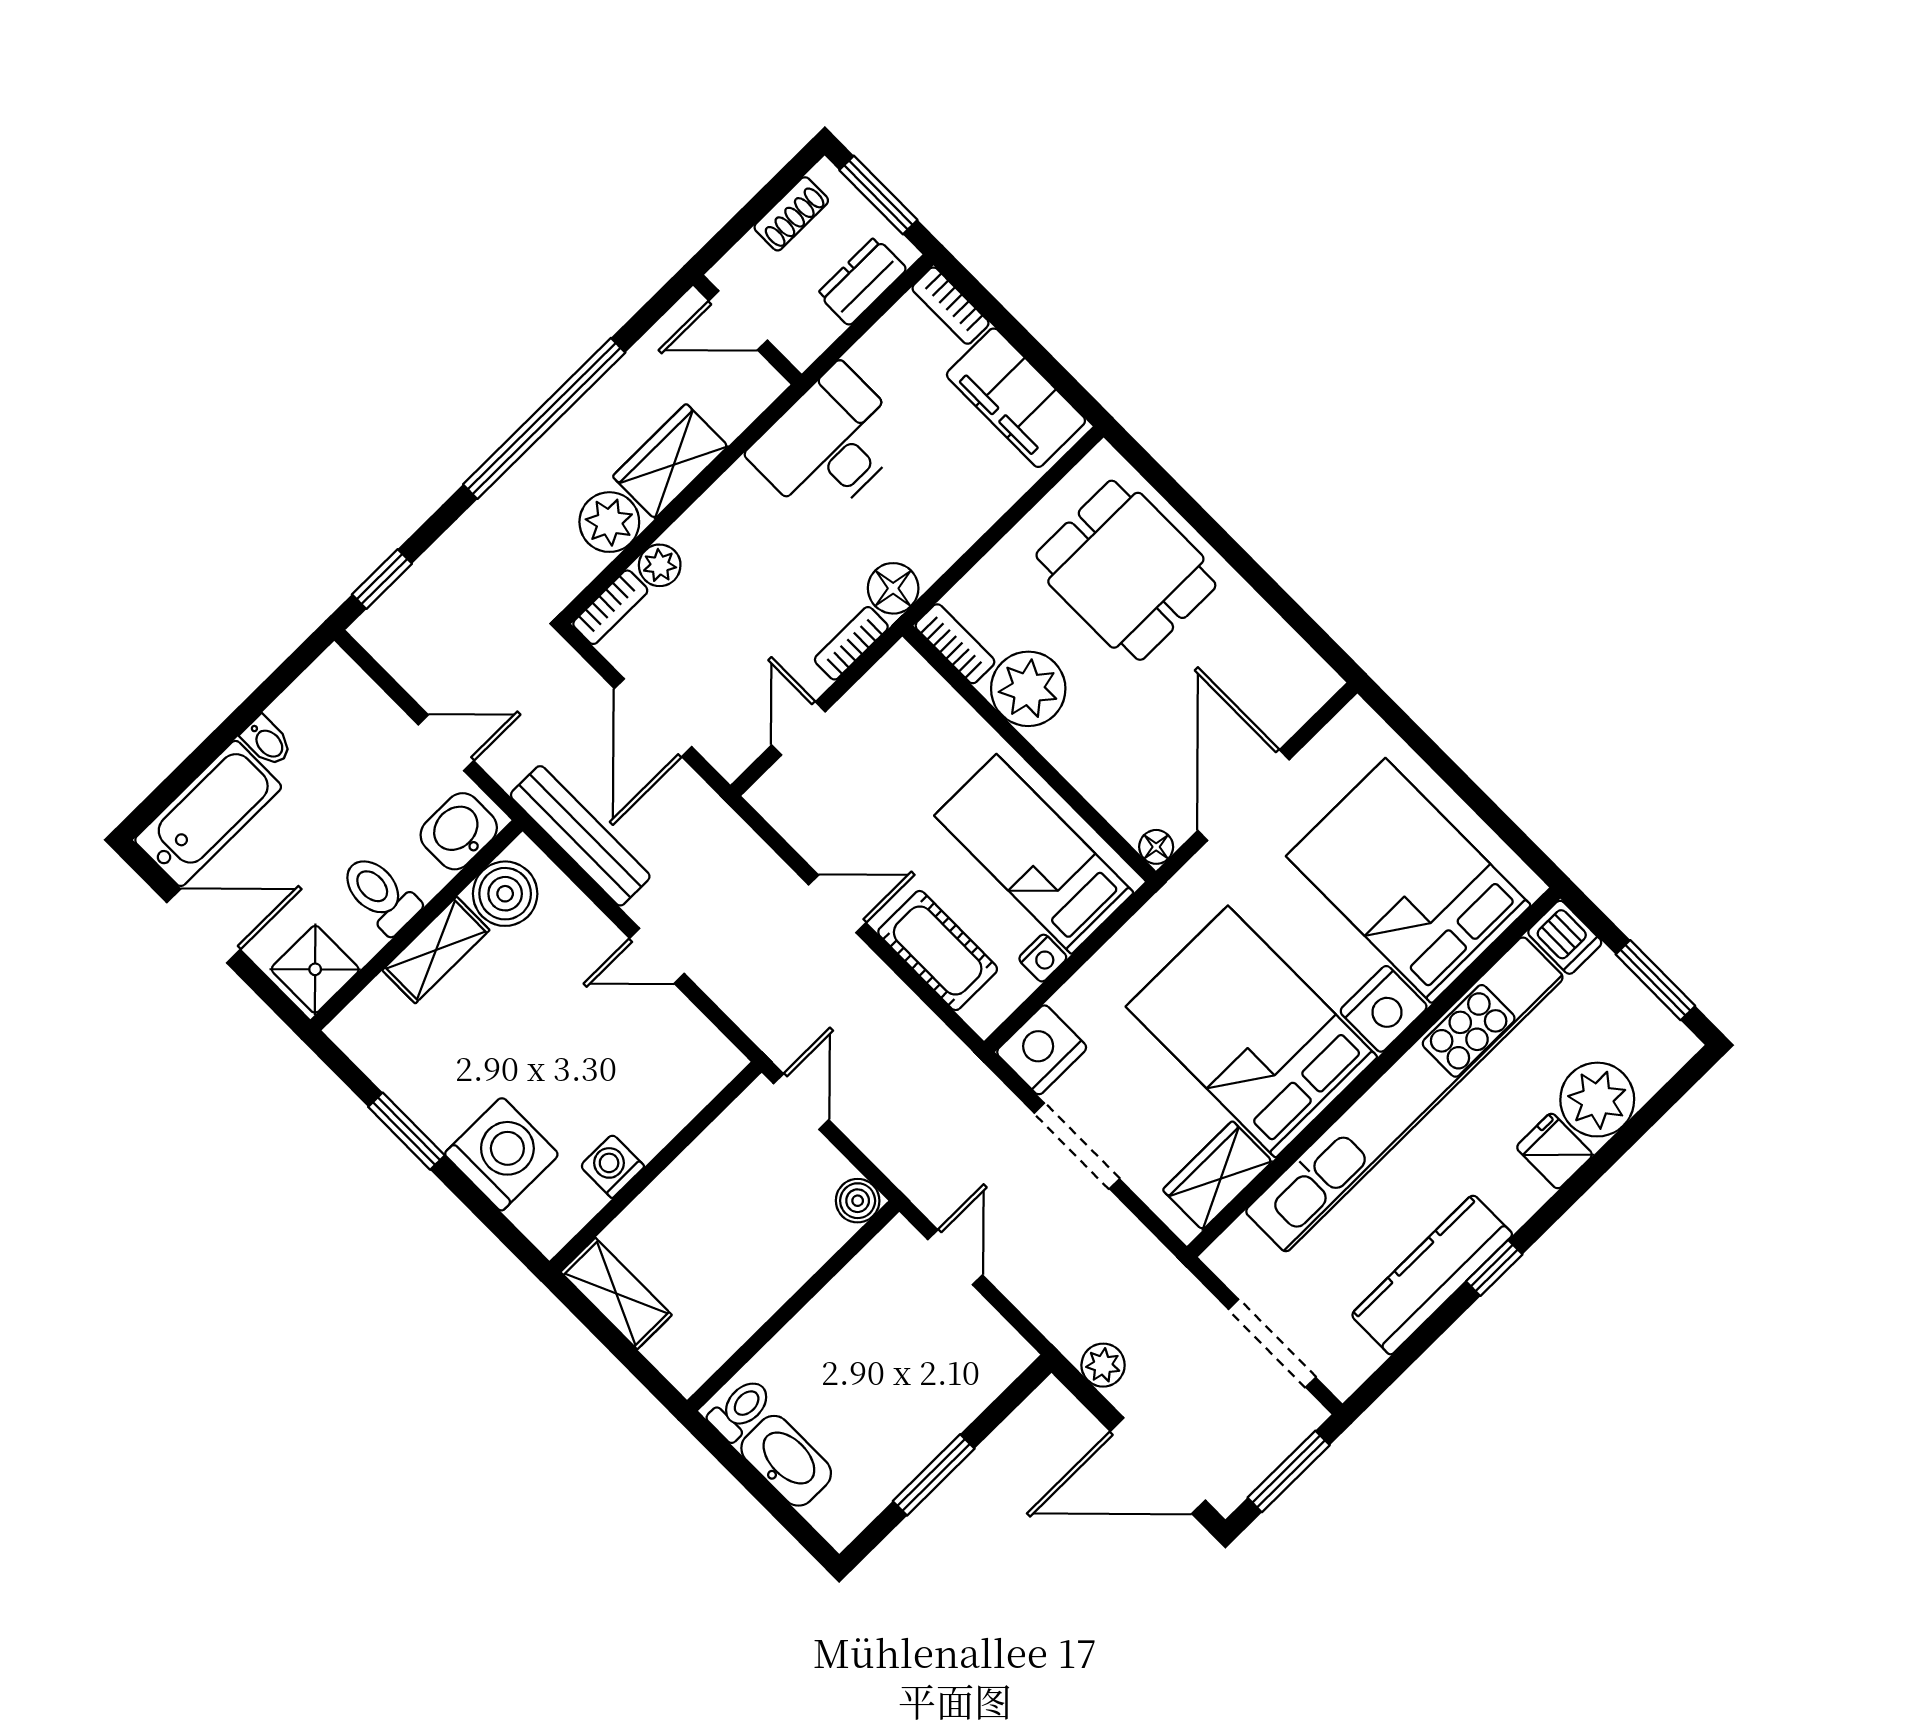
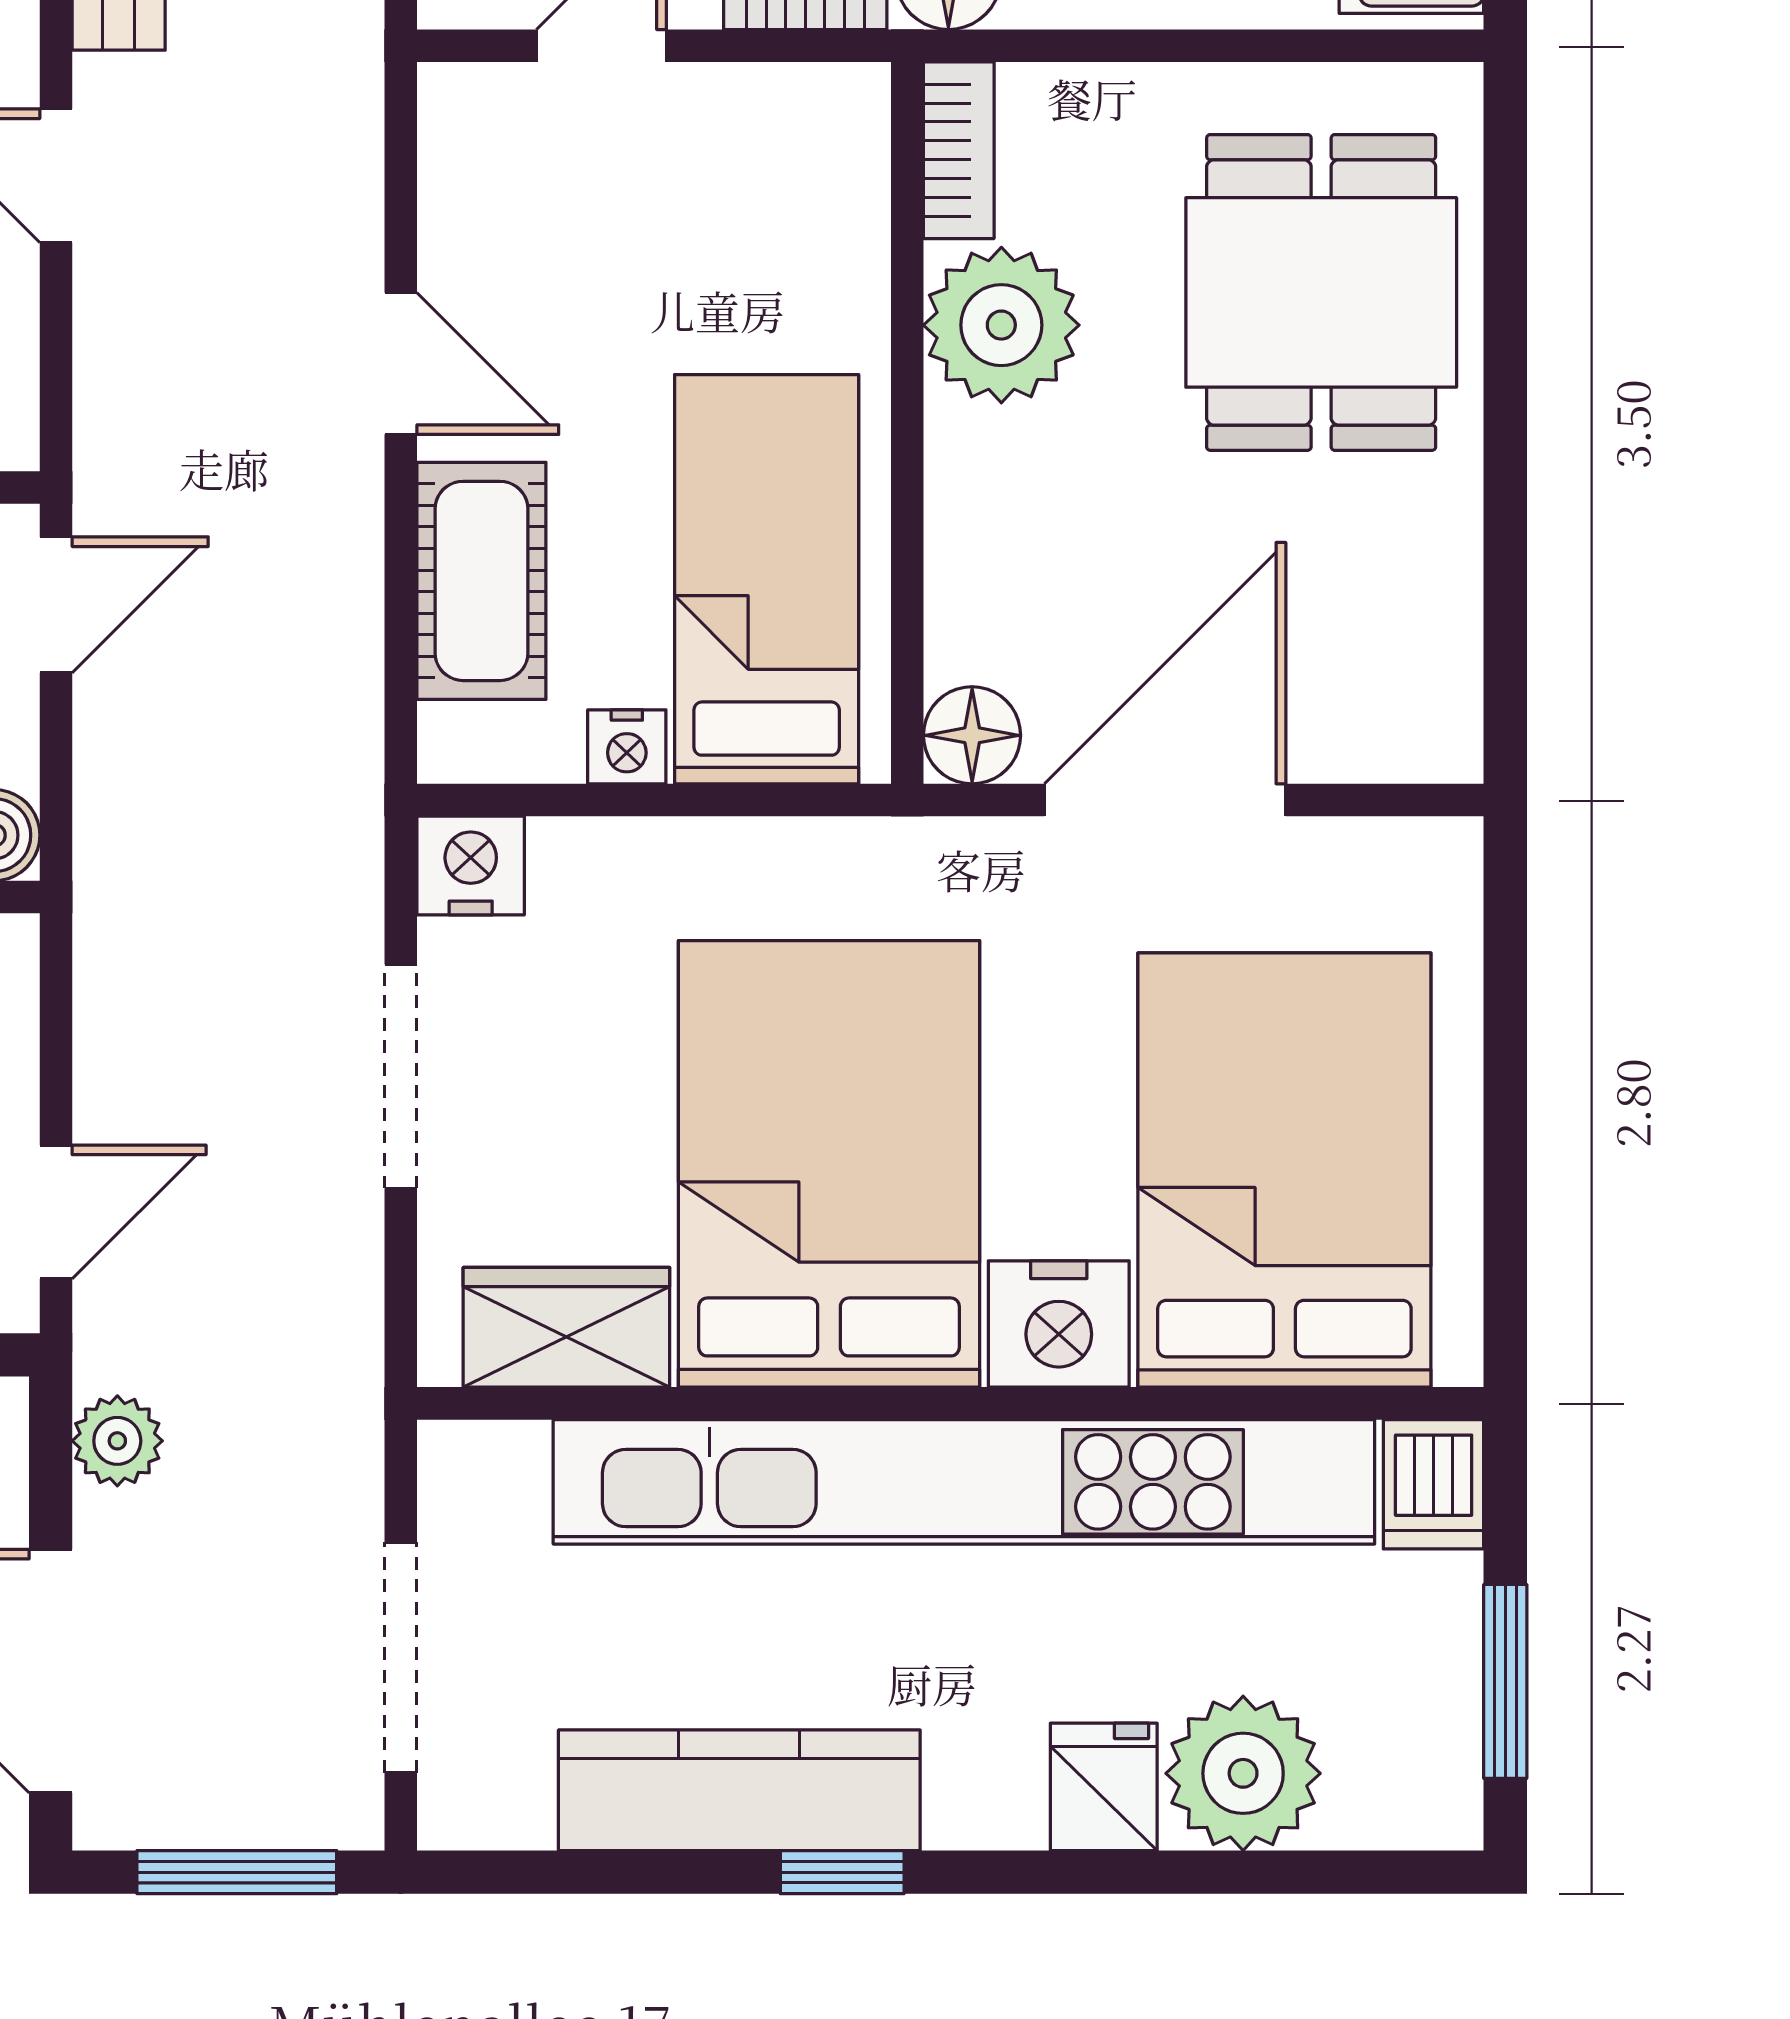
floor lamp: (1156, 847) -> (972, 735), width x1.37, depth x1.37
nightstand: (1042, 1050) -> (471, 866), width x0.74, depth x0.75
door: (955, 1257) -> (56, 1212), moved

